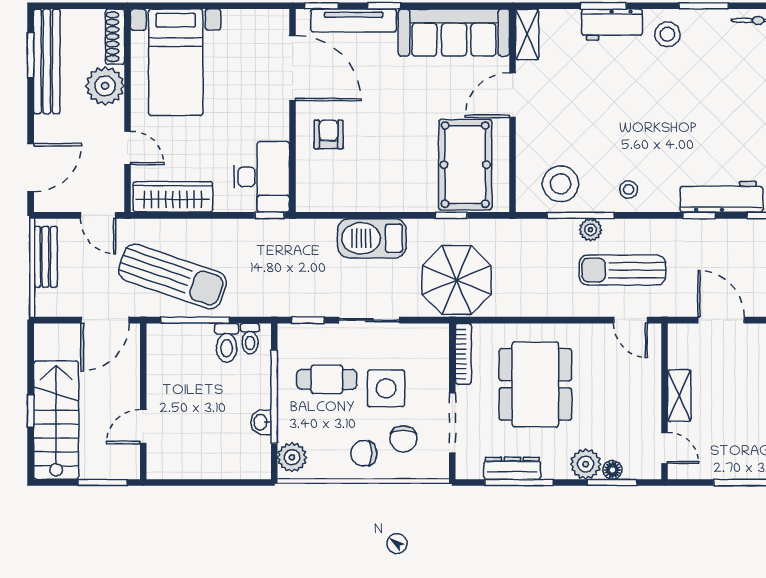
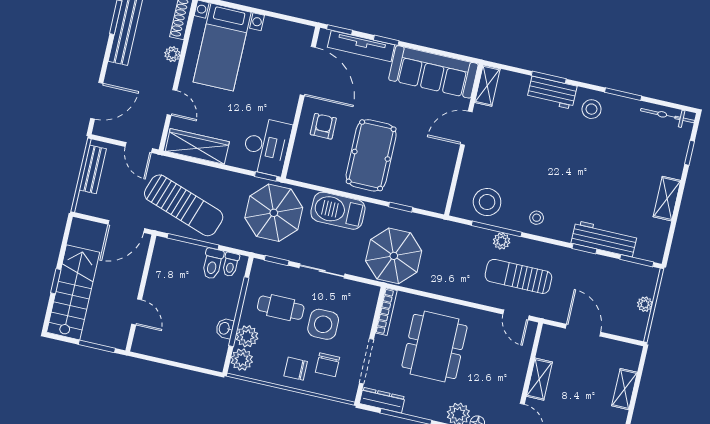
plant: (105, 86) -> (172, 54), width x0.53, depth x0.53
pool table: (465, 165) -> (371, 155), moved
parasol: (290, 260) -> (274, 213), added
plant: (292, 426) -> (247, 336), added
door: (143, 427) -> (137, 312), swing flipped
dresser: (512, 468) -> (382, 400), moved

